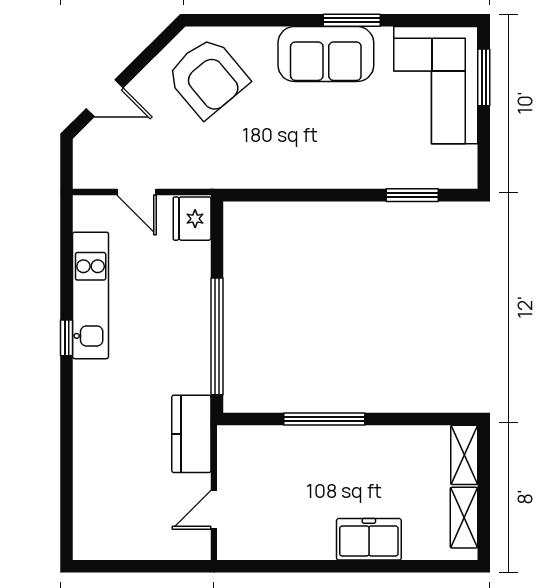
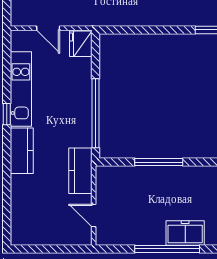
kitchen counter: (92, 400) -> (22, 151), added
door: (214, 510) -> (94, 215), hinge flipped
window: (338, 566) -> (167, 249), added

